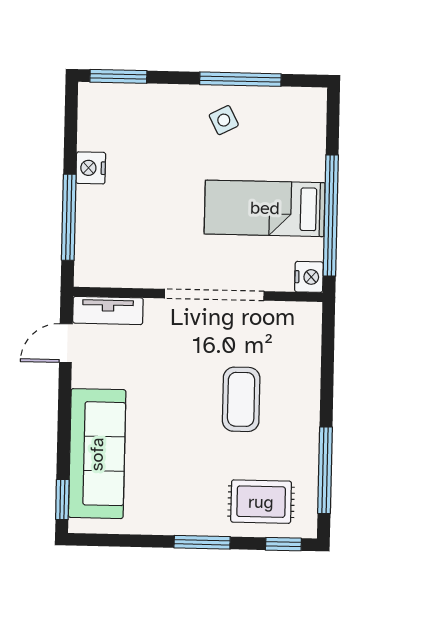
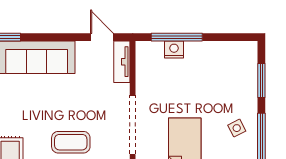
window: (118, 76) -> (261, 80), moved
nightstand: (91, 168) -> (174, 50), moved

